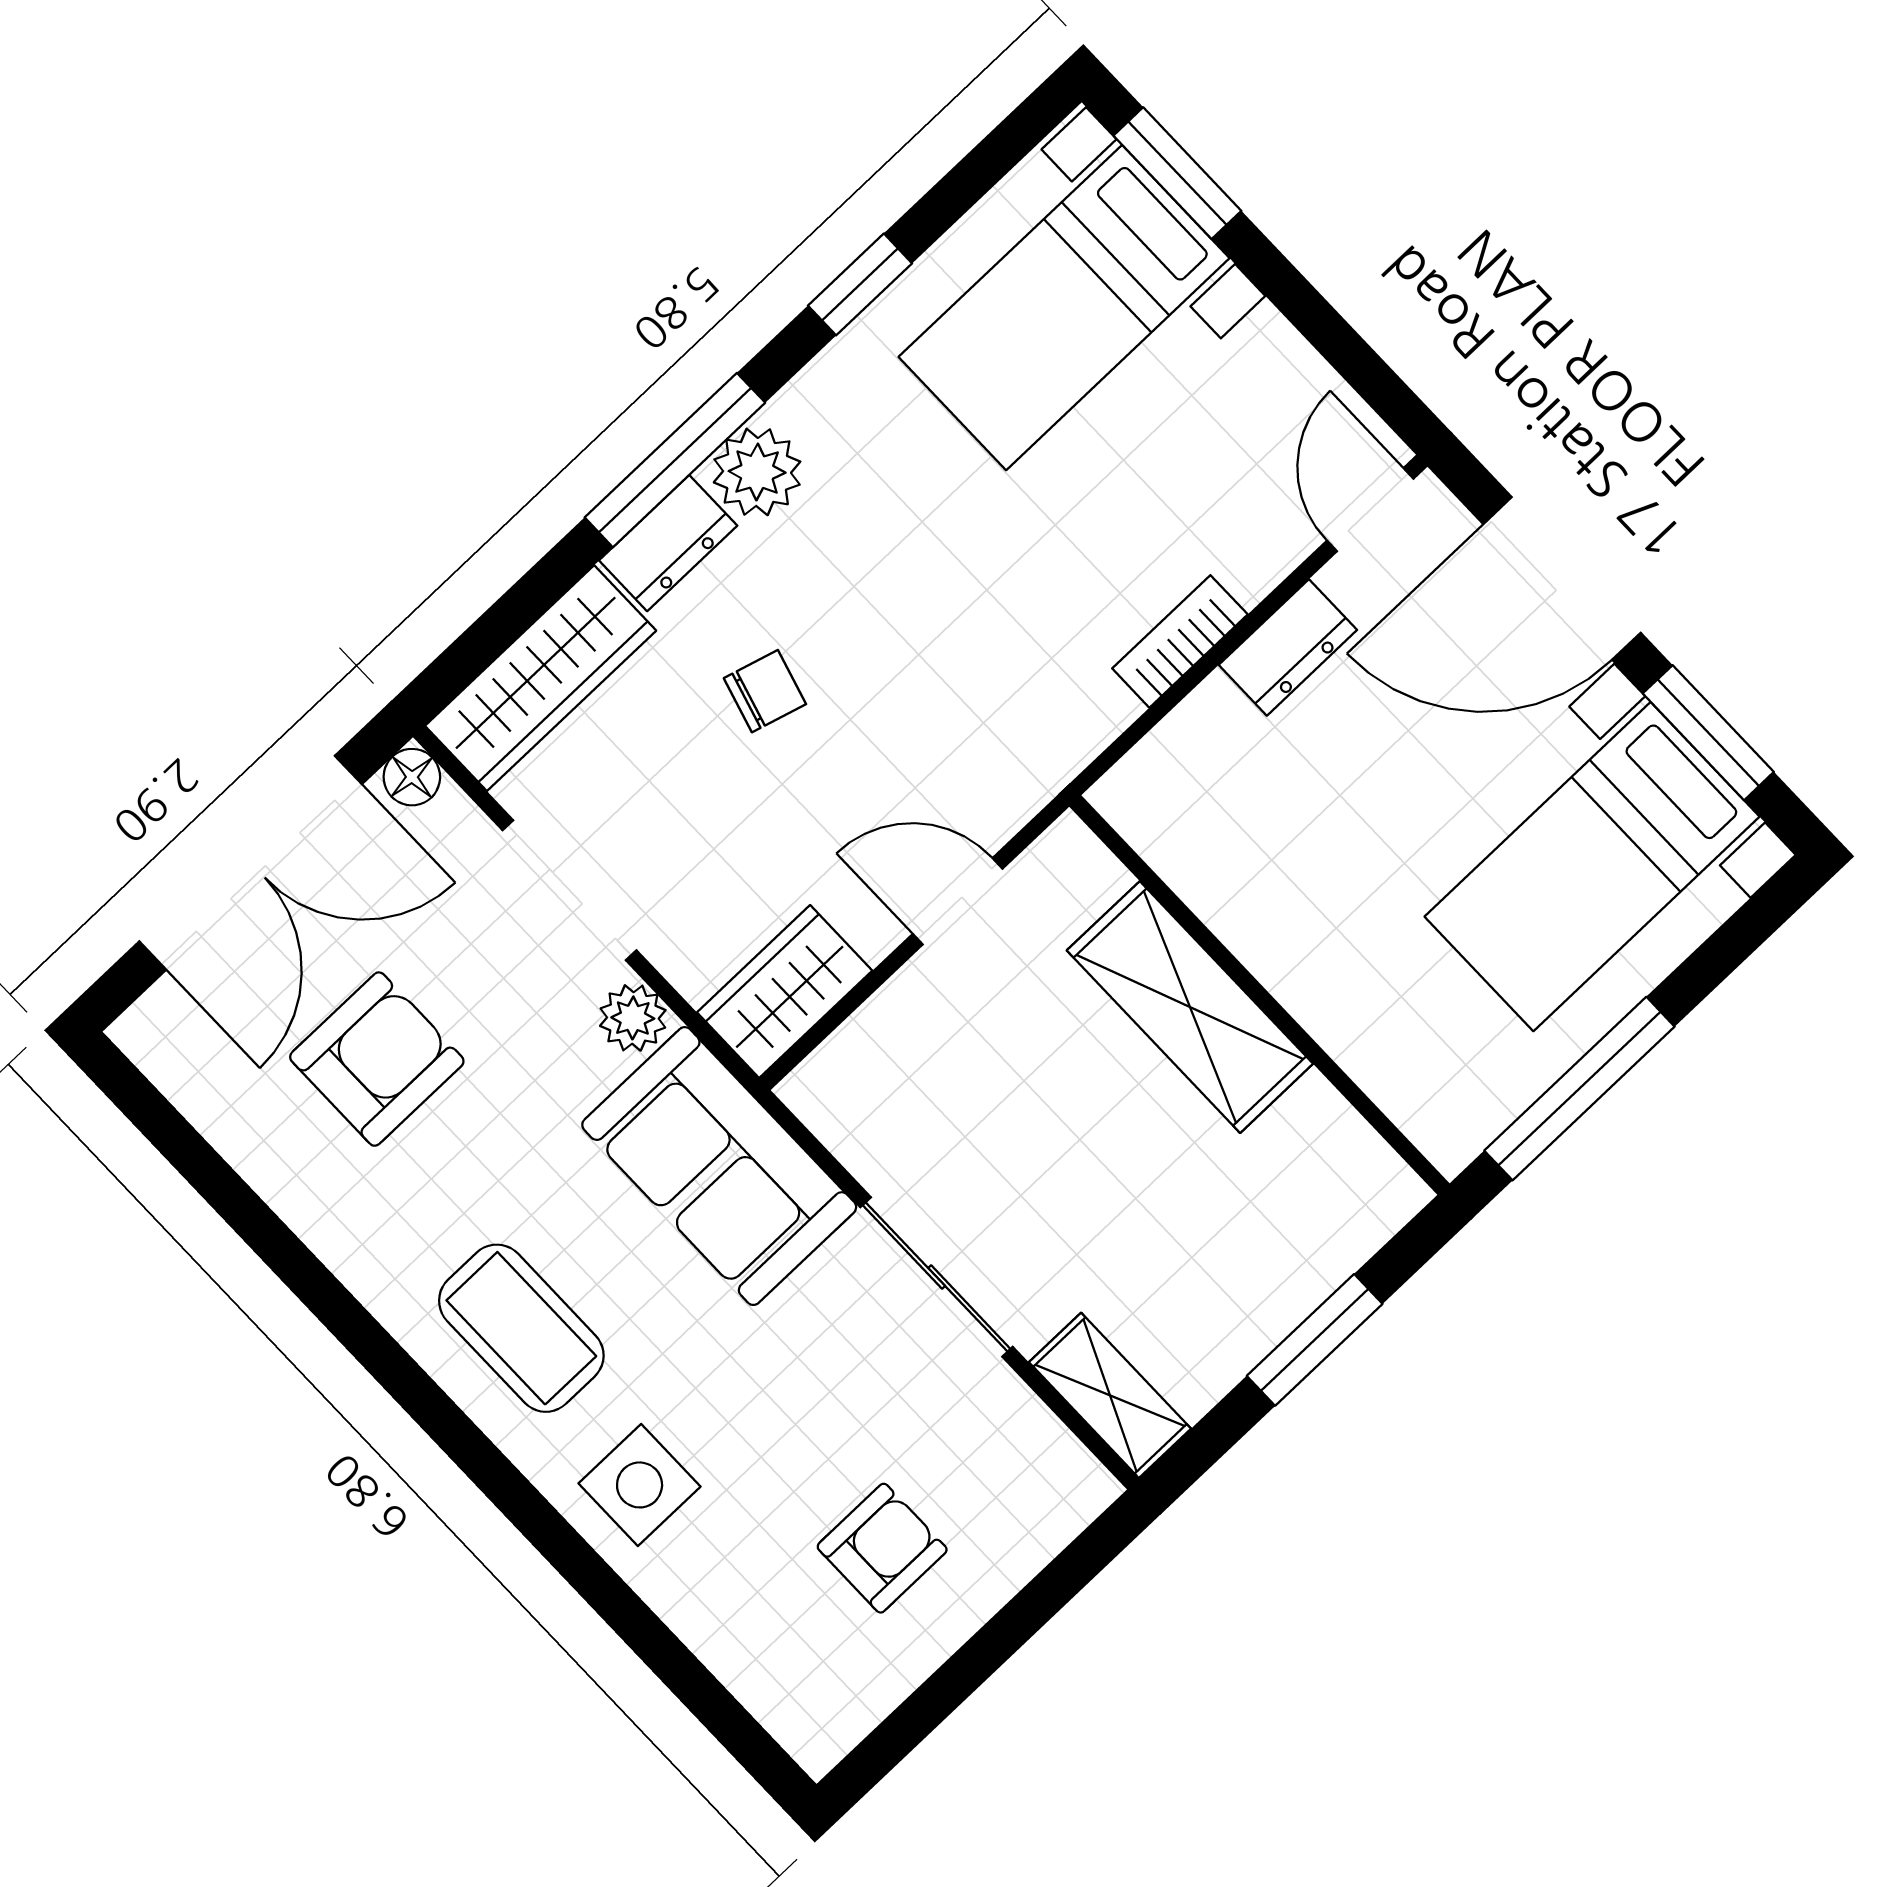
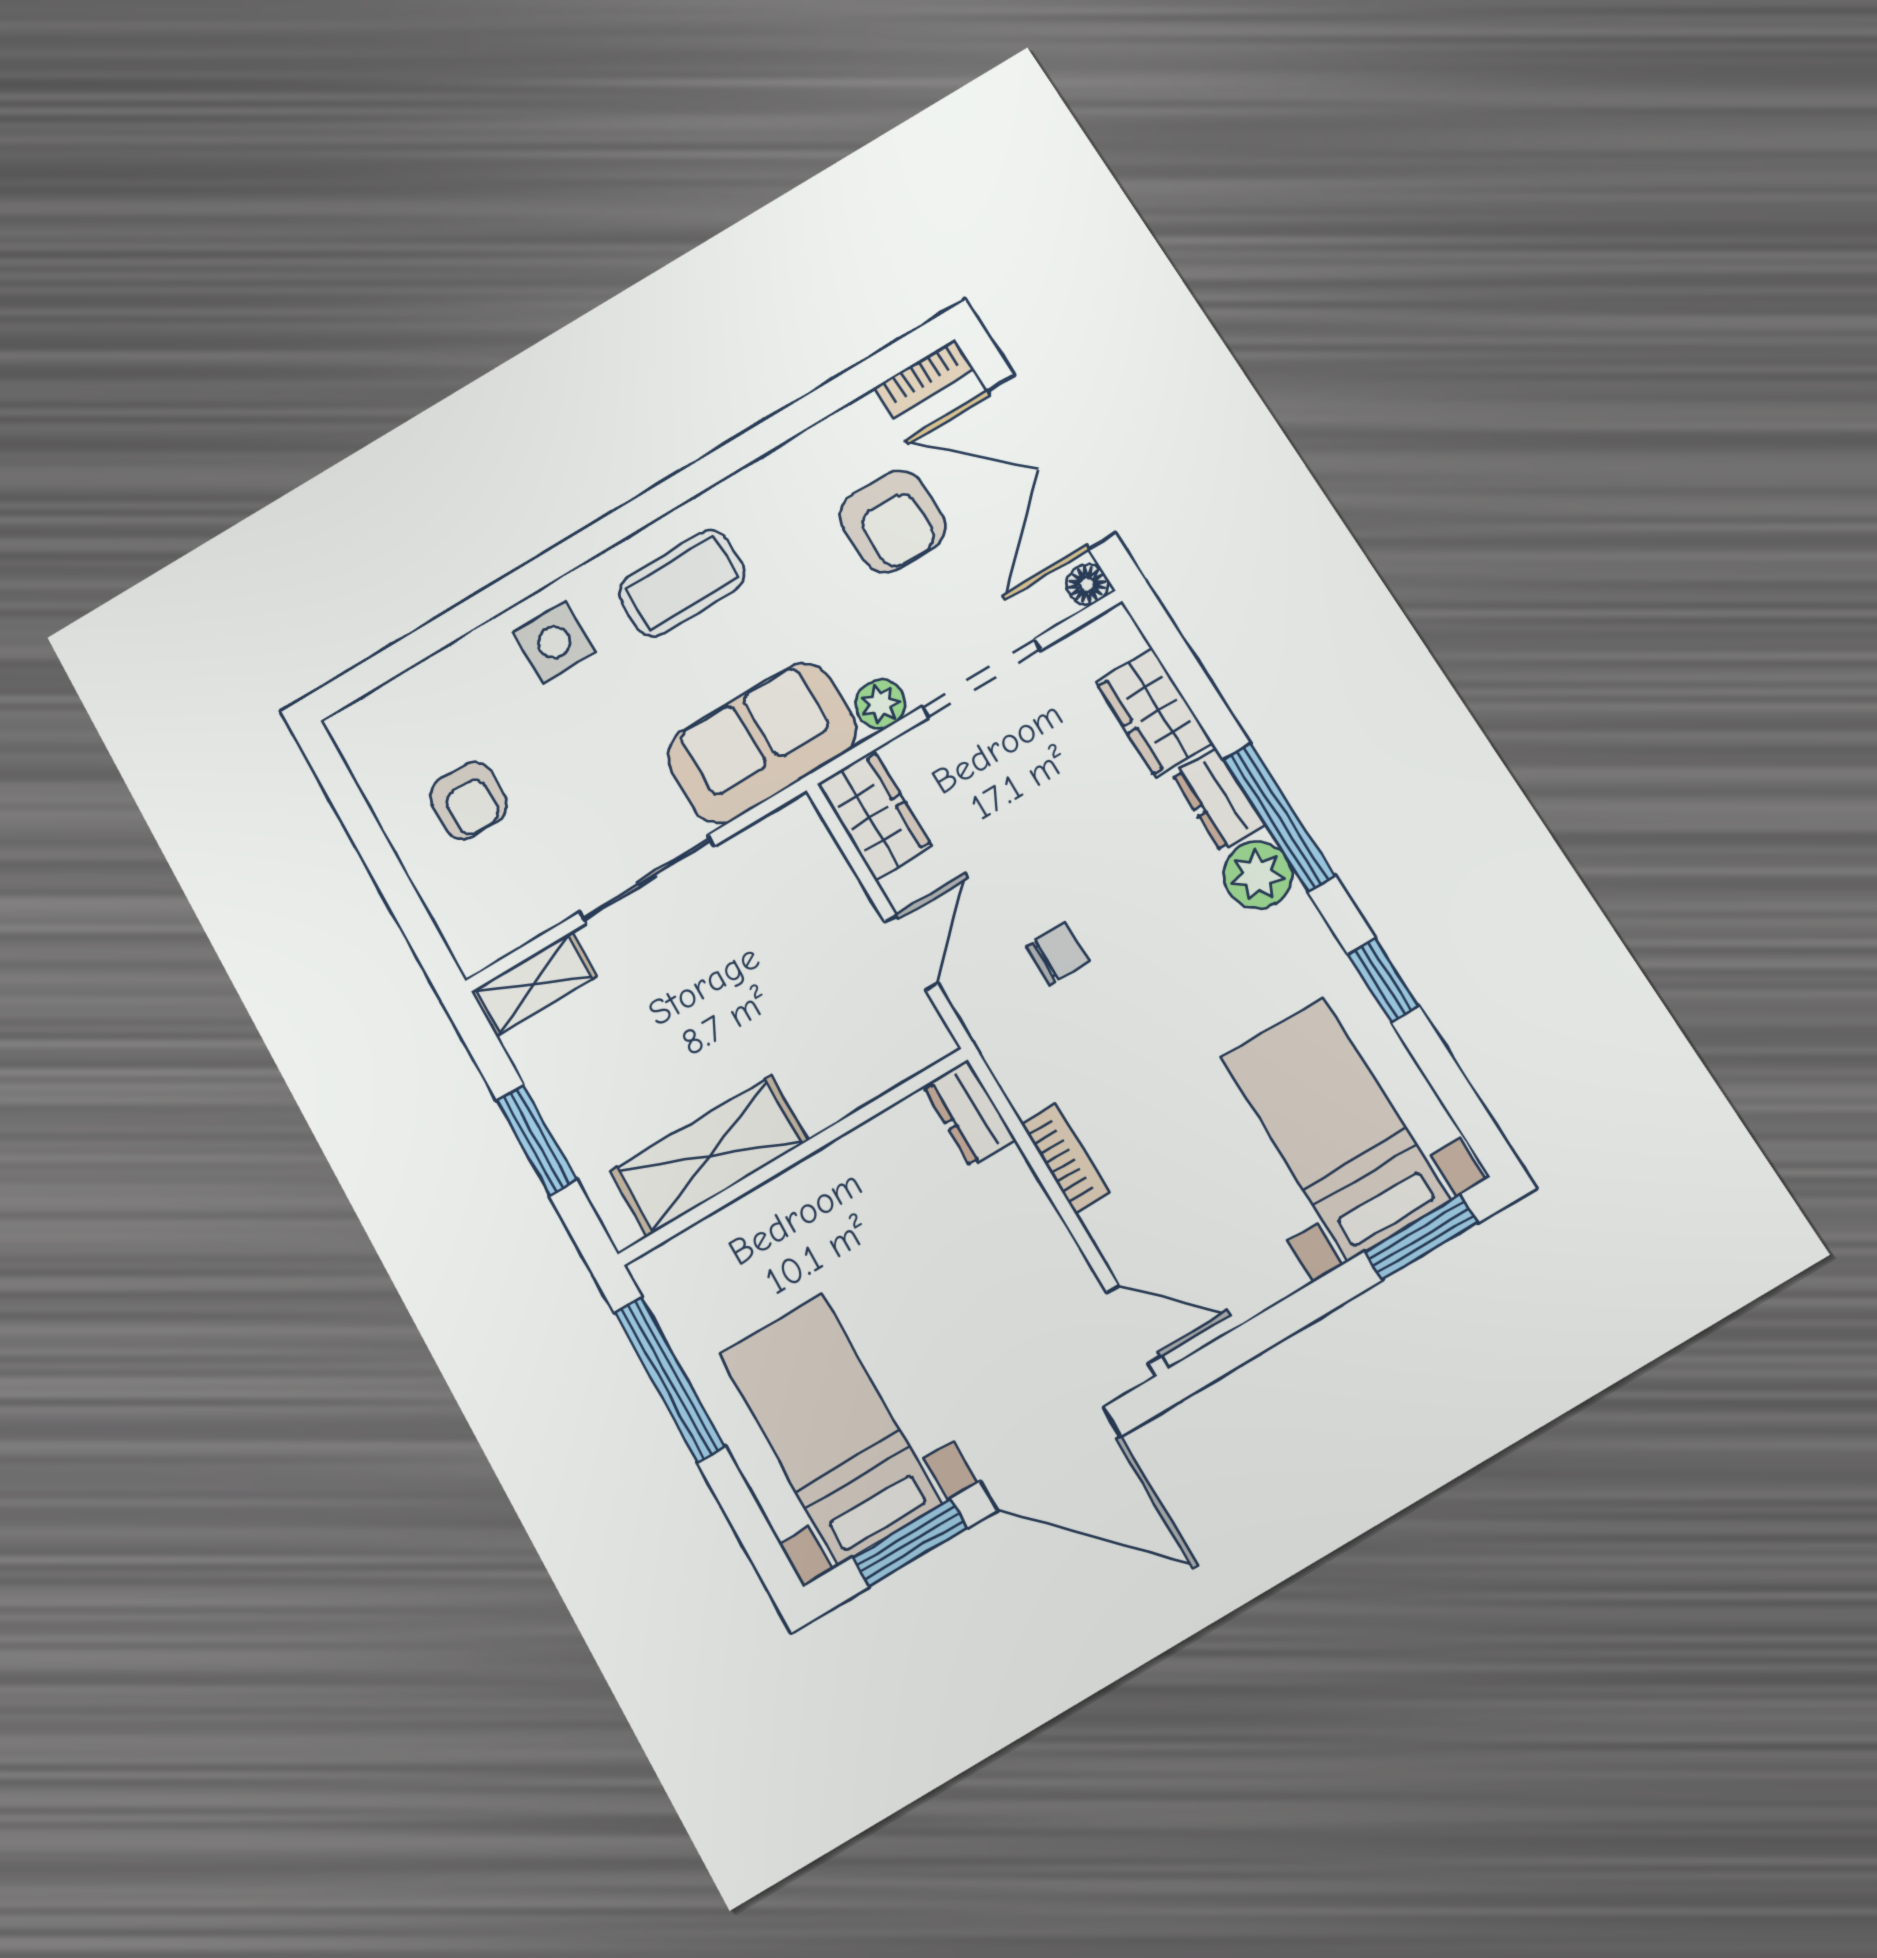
door: (1562, 578) -> (1051, 1459), swing flipped
dresser: (1288, 647) -> (969, 1113), moved
wardrobe: (541, 678) -> (1154, 713), width x0.67
chair: (765, 691) -> (1057, 954), moved, turned -106
shelving: (1190, 1007) -> (709, 1156), moved
bookcase: (167, 1062) -> (924, 379), added

